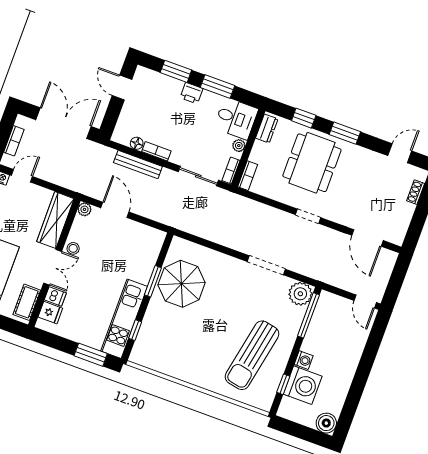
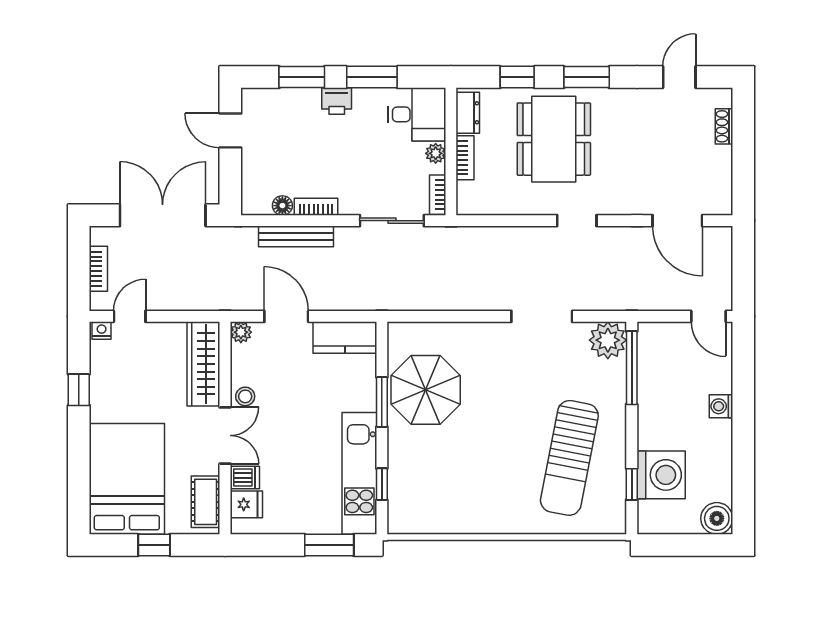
bookcase: (248, 176) -> (465, 158), moved
kitchen counter: (145, 235) -> (345, 338), added
washing machine: (304, 360) -> (721, 406), moved, turned 180

